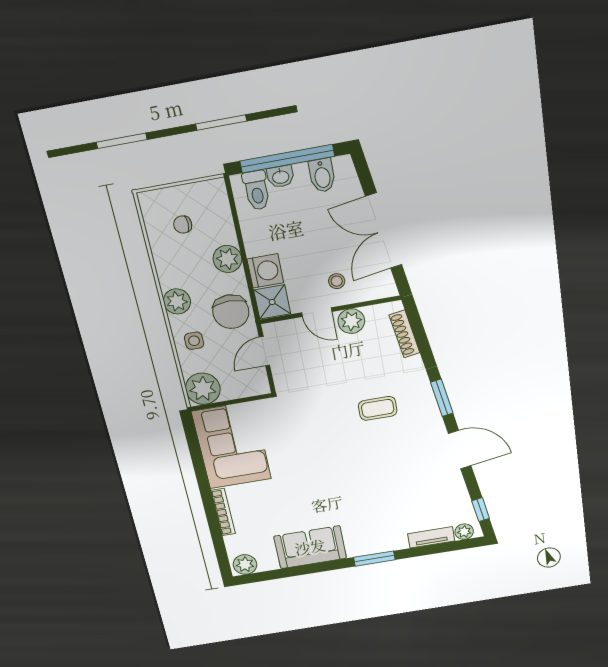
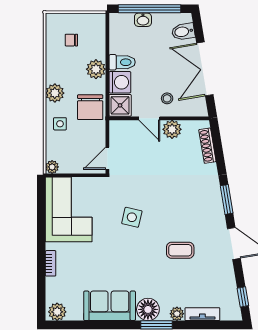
bidet: (322, 175) -> (183, 32), moved, turned 81
toilet: (257, 190) -> (122, 62), moved, turned -90
door: (264, 351) -> (107, 158), moved
plant: (203, 389) -> (52, 167), width x0.53, depth x0.53
coffee table: (378, 408) -> (180, 250), moved
side table: (318, 441) -> (132, 217), added
bookcase: (223, 512) -> (51, 263), width x0.64
plant: (464, 532) -> (177, 314), moved
floor lamp: (360, 543) -> (148, 309), added

